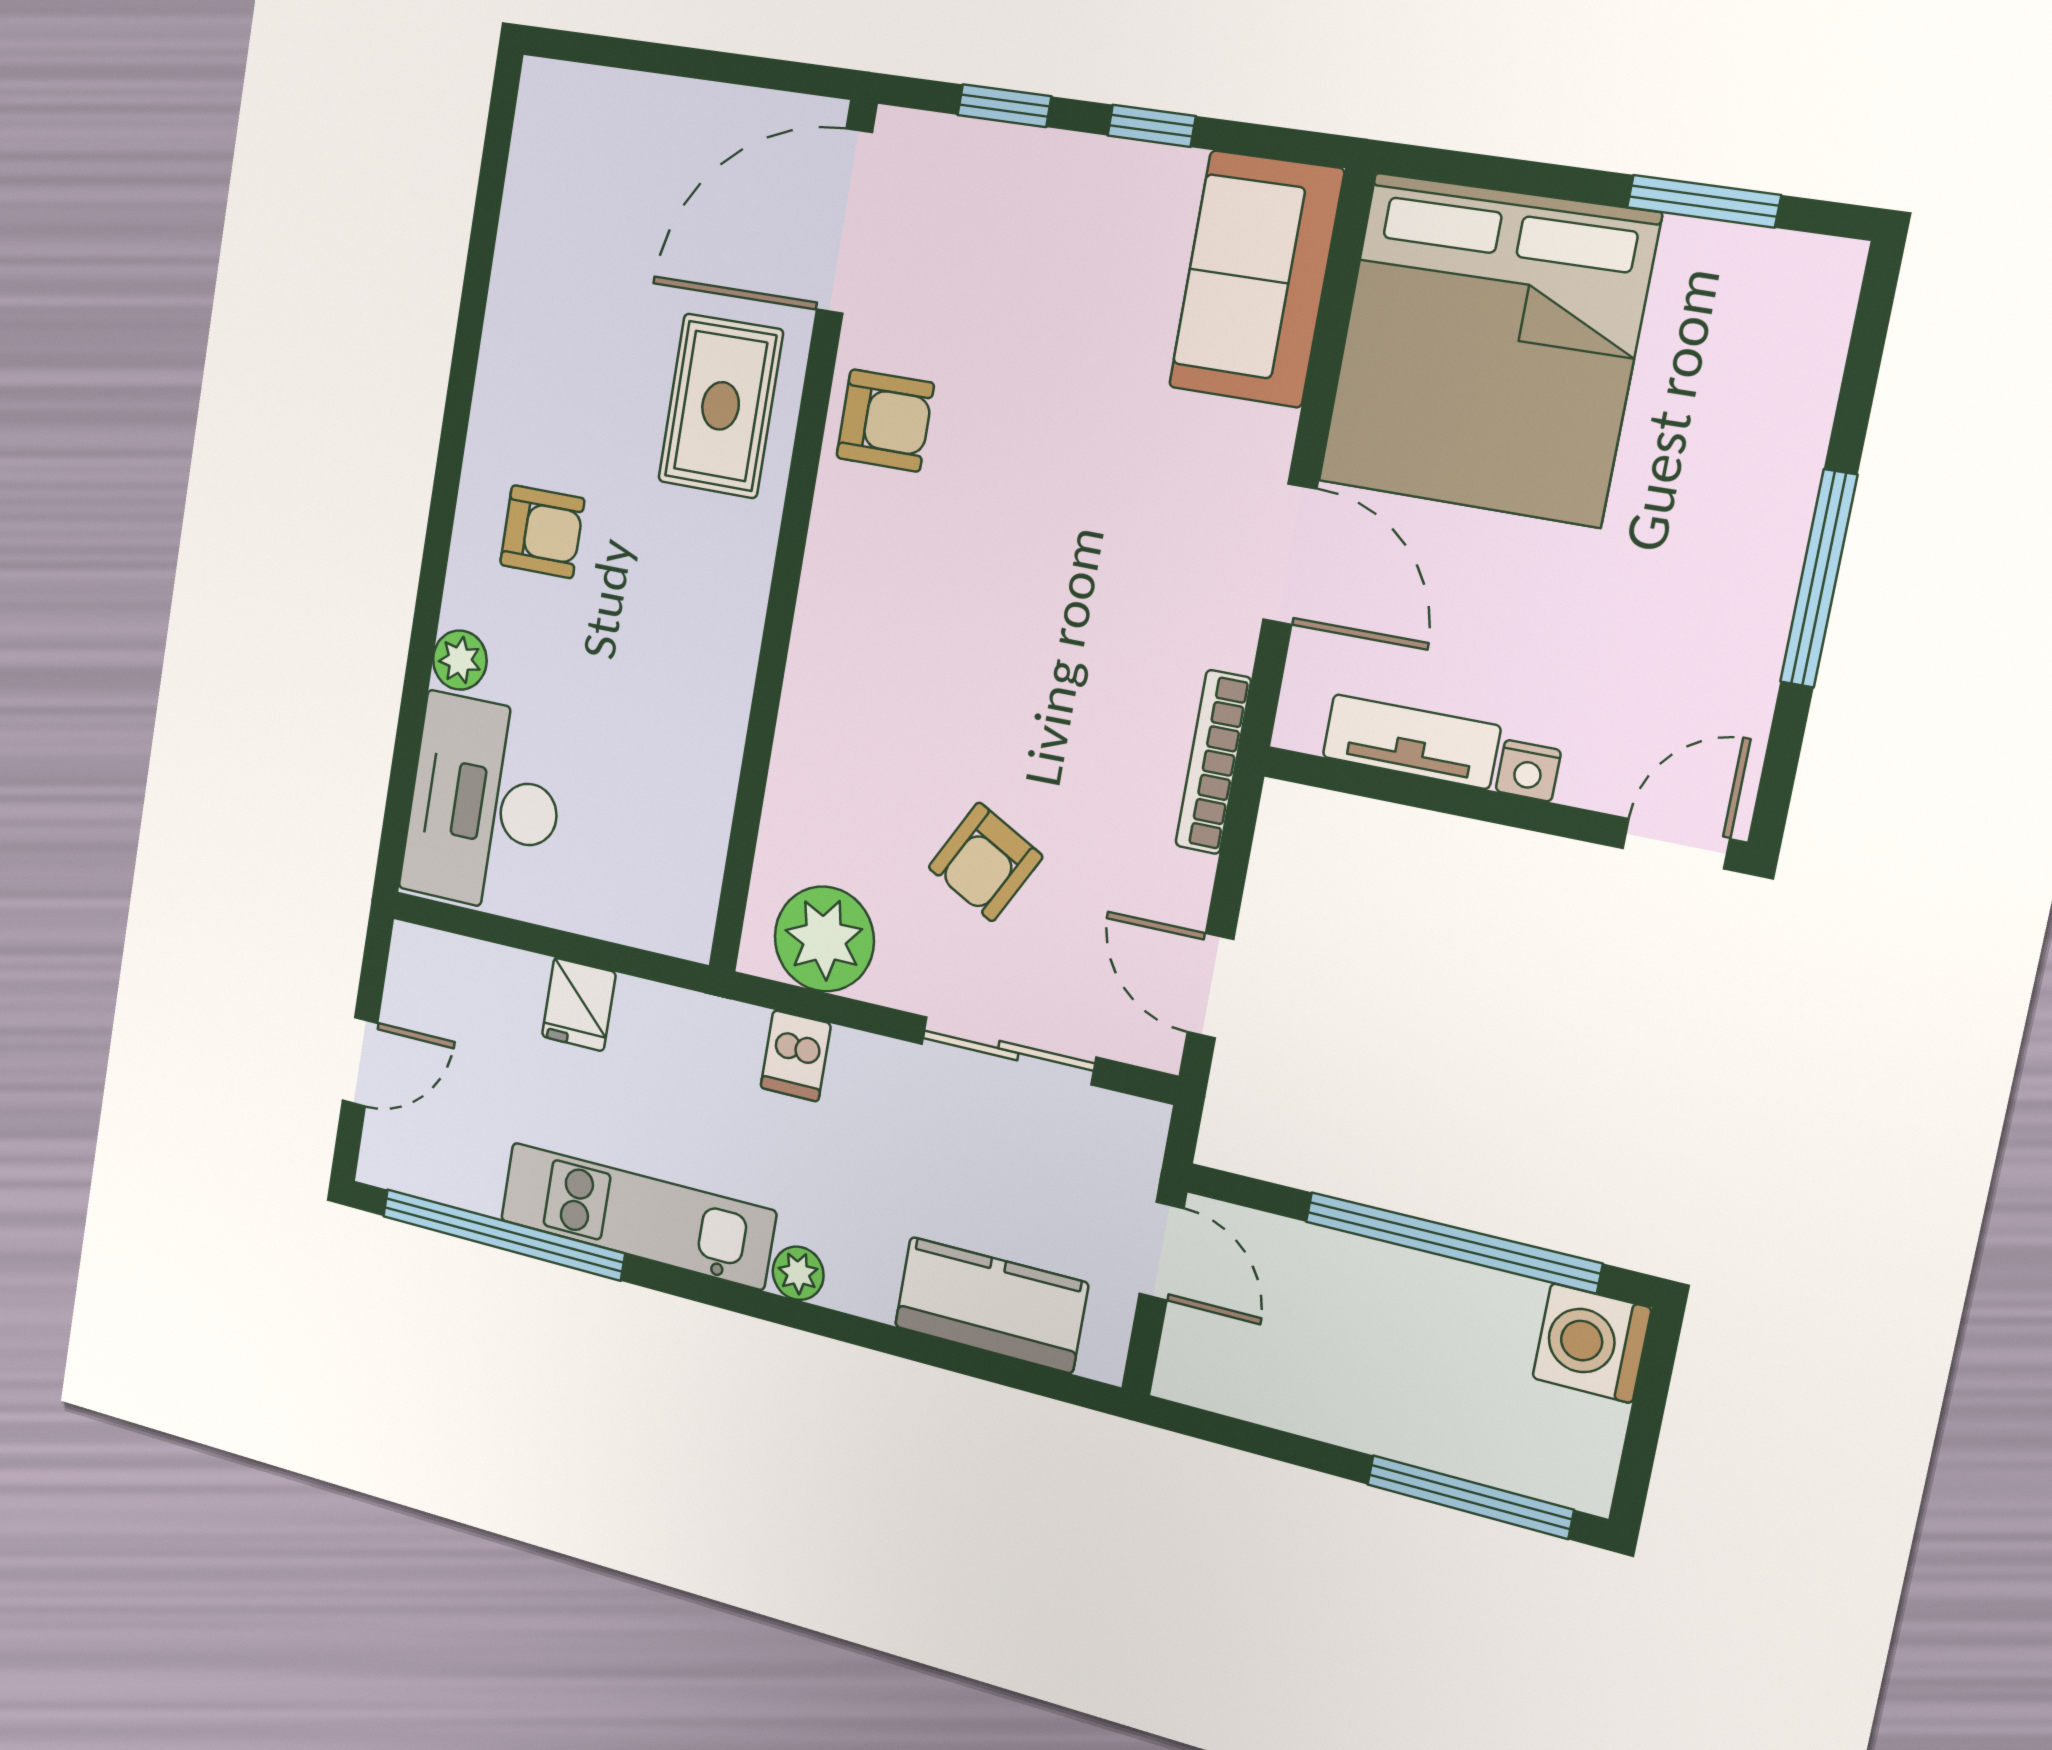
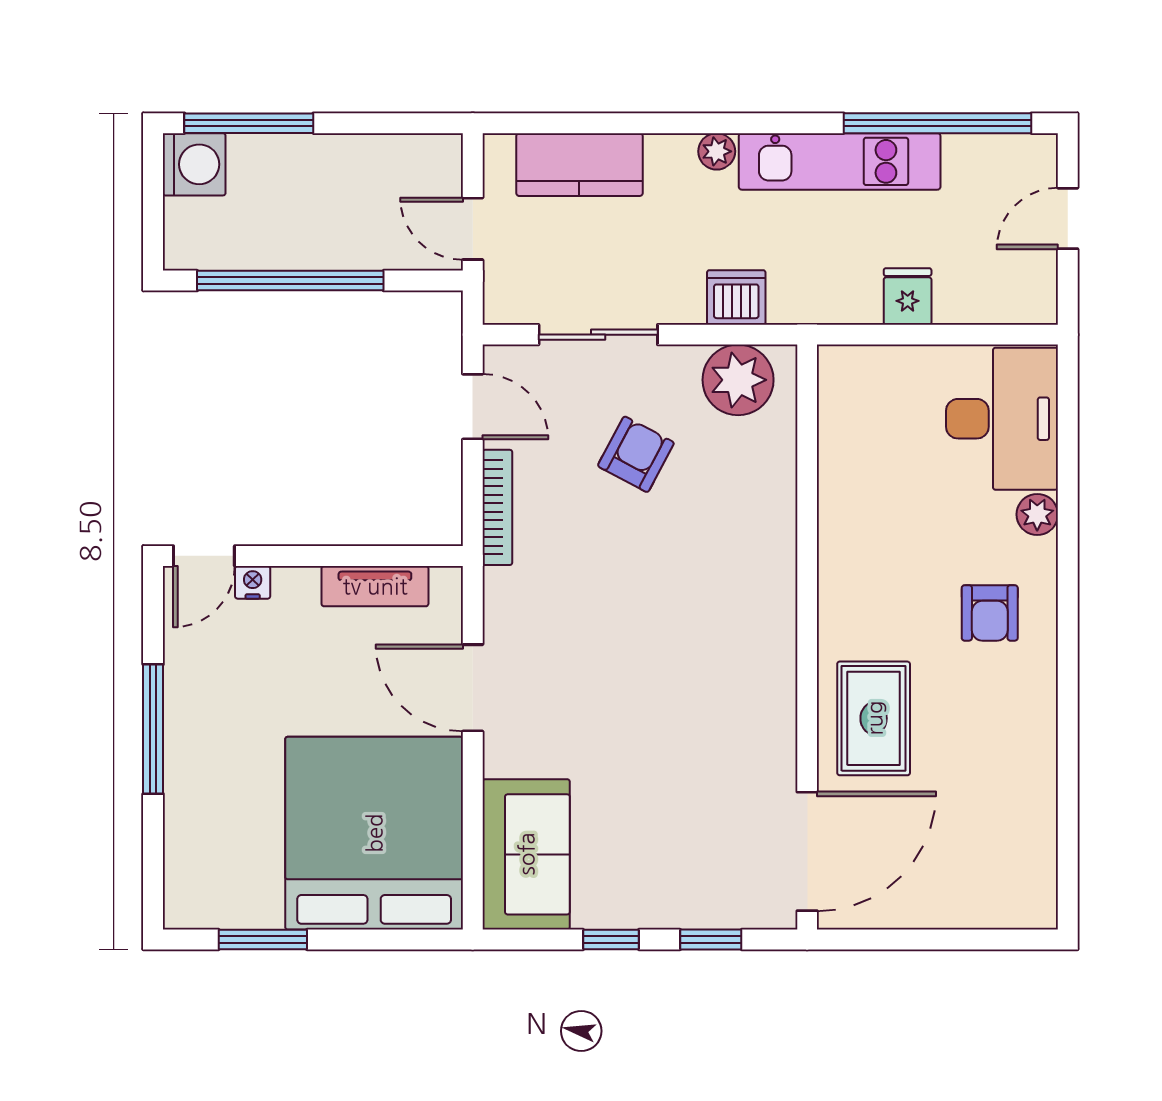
armchair: (885, 420) -> (756, 727), removed
armchair: (542, 532) -> (990, 613), turned -90
bookcase: (1213, 762) -> (497, 507), moved
nightstand: (1528, 771) -> (253, 582), moved
dishwasher: (796, 1056) -> (736, 297), width x1.38
washing machine: (1592, 1343) -> (194, 164), moved

